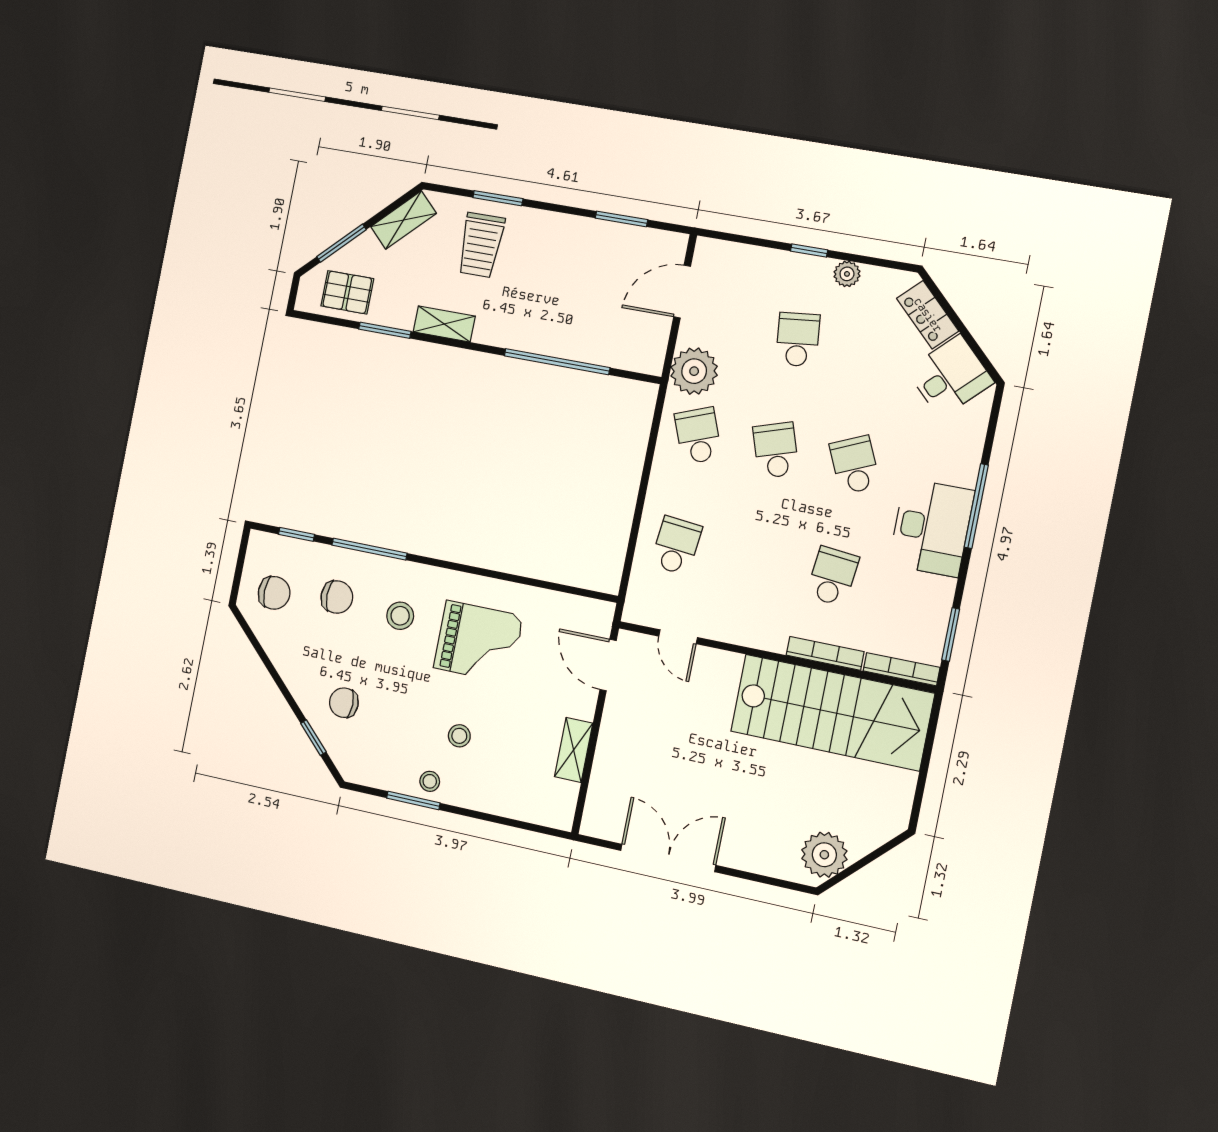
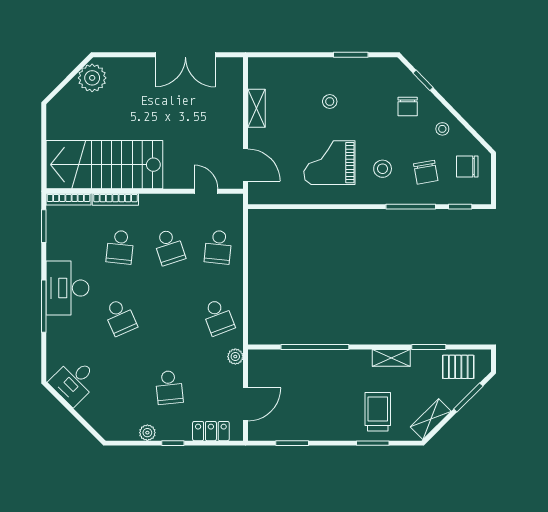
locker: (928, 315) -> (211, 431), moved, turned -45
plant: (694, 371) -> (235, 357), width x0.53, depth x0.53
school desk: (776, 450) -> (169, 247), moved
chair: (337, 597) -> (426, 172), turned -100
chair: (344, 703) -> (408, 106), turned 90
stool: (430, 781) -> (442, 129), moved

